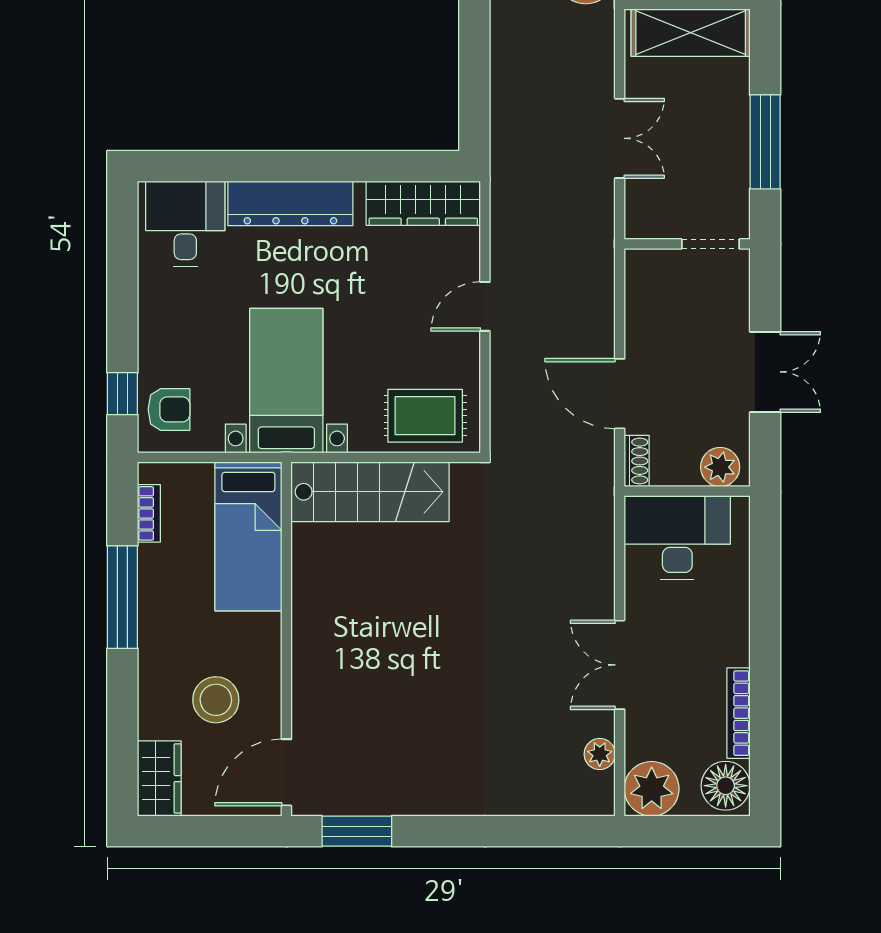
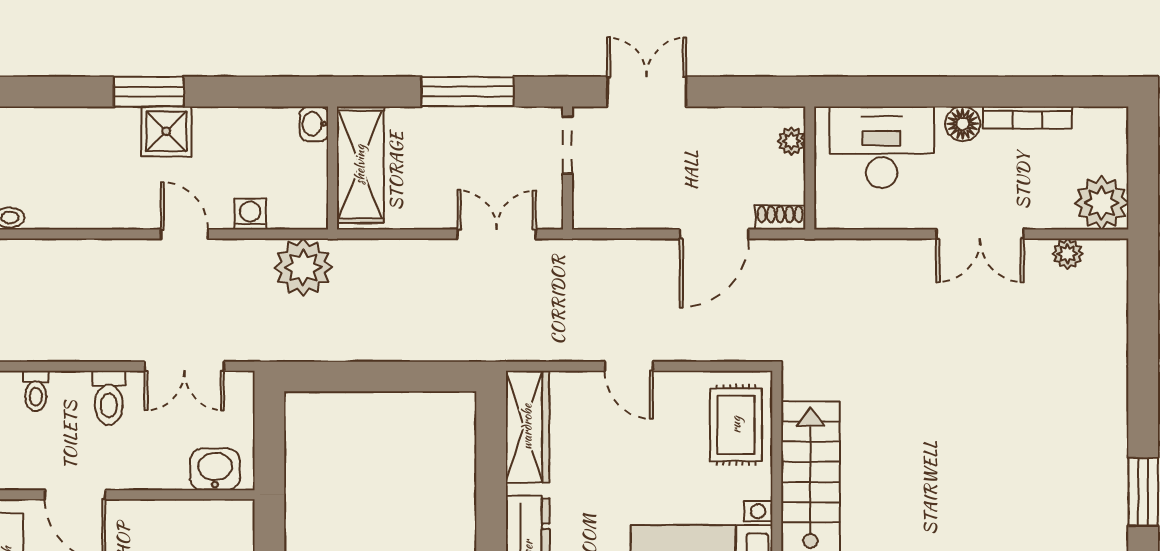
double door: (620, 138) -> (497, 234), moved
double door: (765, 372) -> (647, 92), moved
plant: (720, 467) -> (791, 141), width x0.73, depth x0.73
desk: (677, 537) -> (882, 147), moved, turned 90
floor lamp: (726, 786) -> (963, 124), moved, width x0.73, depth x0.73

